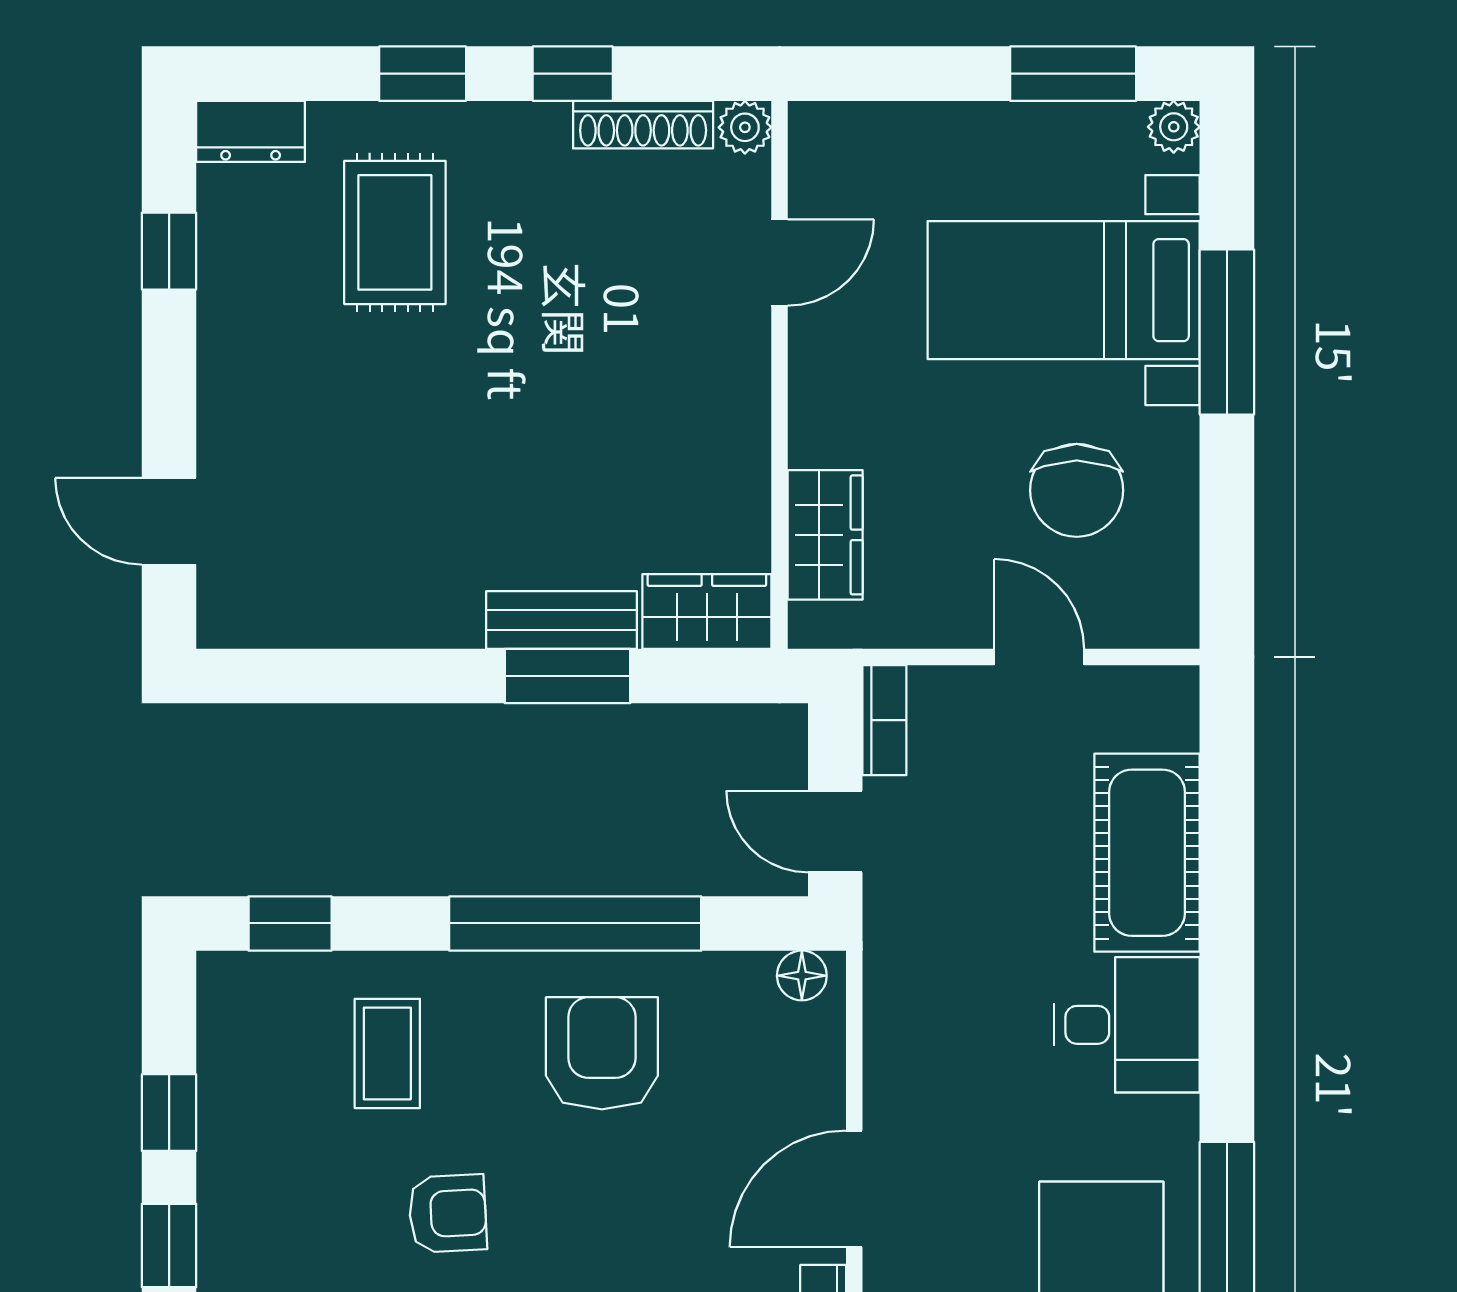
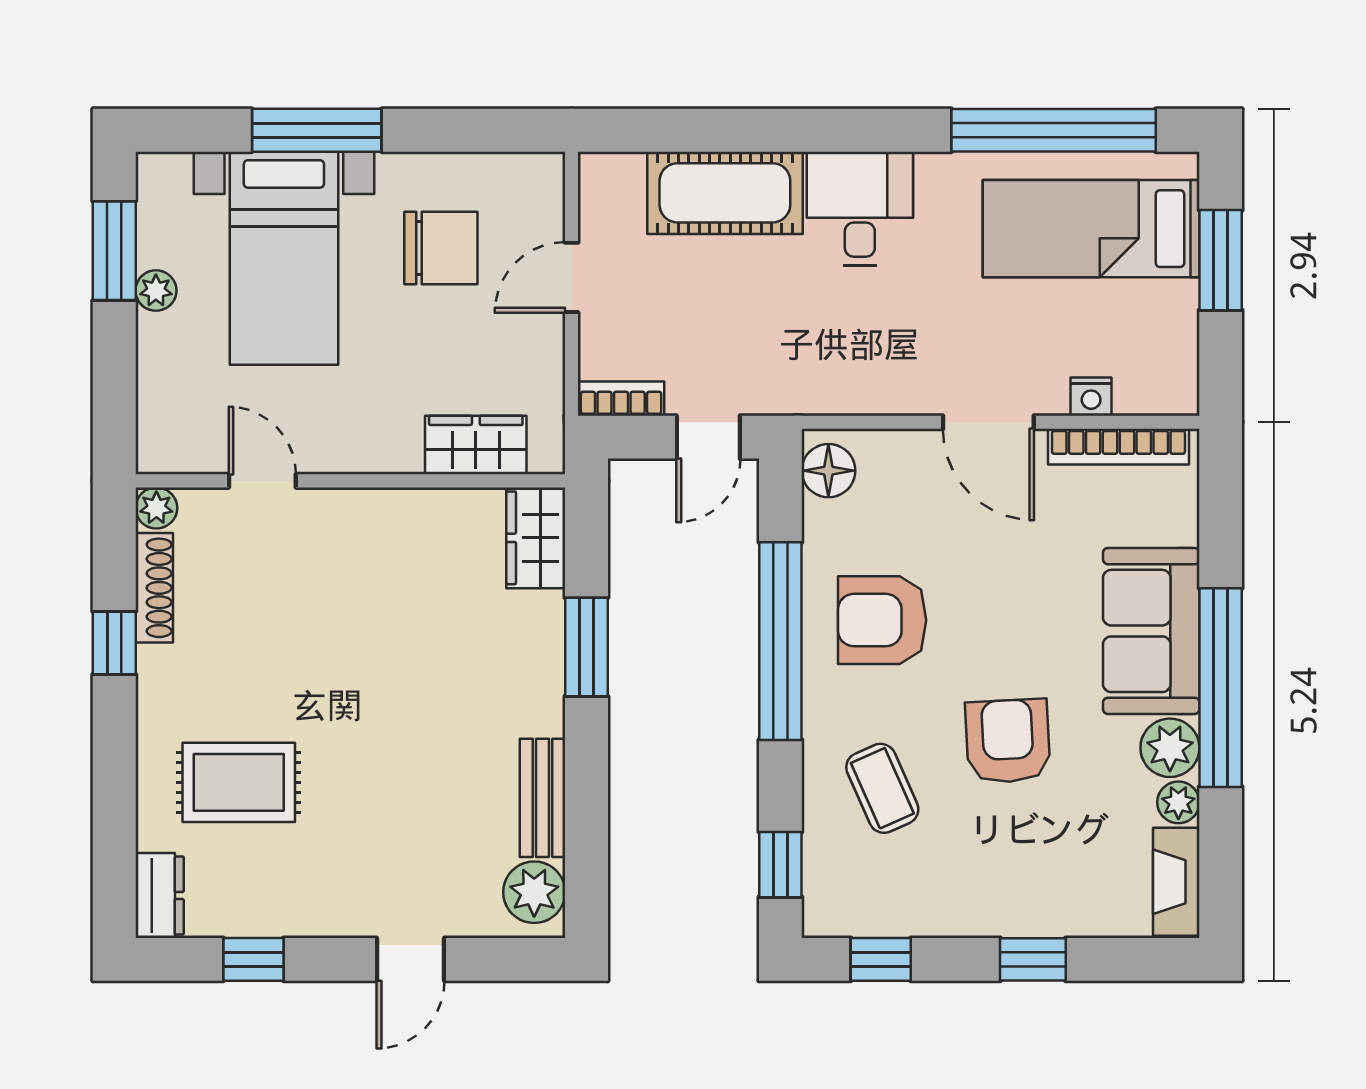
window: (423, 74) -> (114, 761), removed
plant: (1174, 127) -> (156, 291), moved
door: (169, 521) -> (411, 959), moved
plant: (255, 609) -> (534, 892), added
bench: (561, 620) -> (543, 798), moved
floor lamp: (802, 976) -> (828, 471), width x1.37, depth x1.37
coffee table: (387, 1053) -> (882, 788), turned 66
window: (169, 1113) -> (881, 959), moved
armchair: (448, 1213) -> (1008, 741), width x1.38, depth x1.38

